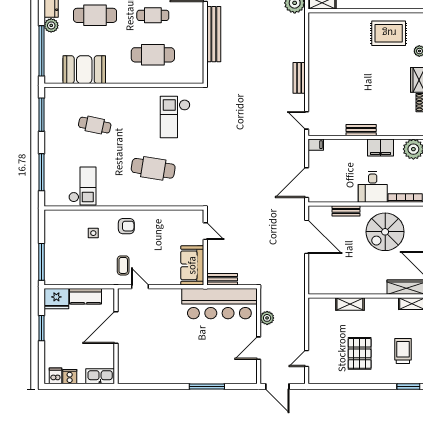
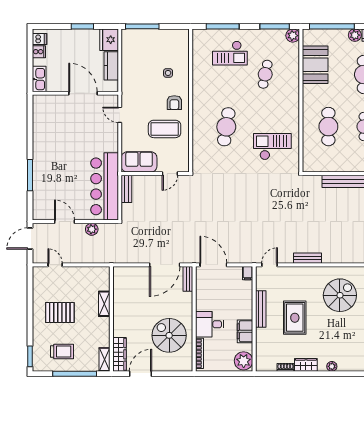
rug: (389, 33) -> (295, 318), moved
spiral stairs: (340, 42) -> (340, 295), added
plant: (52, 94) -> (293, 36), added
bench: (361, 130) -> (261, 309), width x1.36
checkout: (82, 186) -> (230, 53), moved
bench: (346, 211) -> (188, 279), moved
coffee table: (123, 265) -> (165, 129), moved, width x1.86, depth x1.72
door: (140, 287) -> (120, 115), swing flipped

